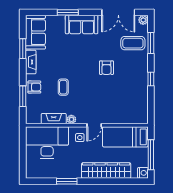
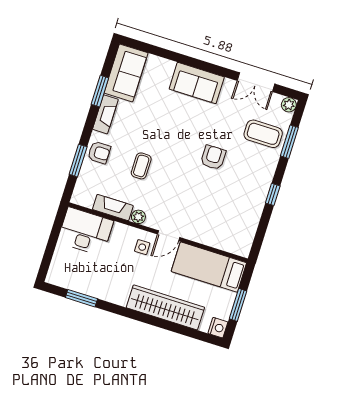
window: (68, 12) -> (182, 59), removed
double door: (118, 12) -> (256, 82), width x0.73
armchair: (106, 68) -> (213, 157), turned 180
desk: (47, 143) -> (85, 231), width x0.73, depth x0.77
window: (151, 155) -> (238, 305), width x0.69
window: (67, 181) -> (81, 298), moved

